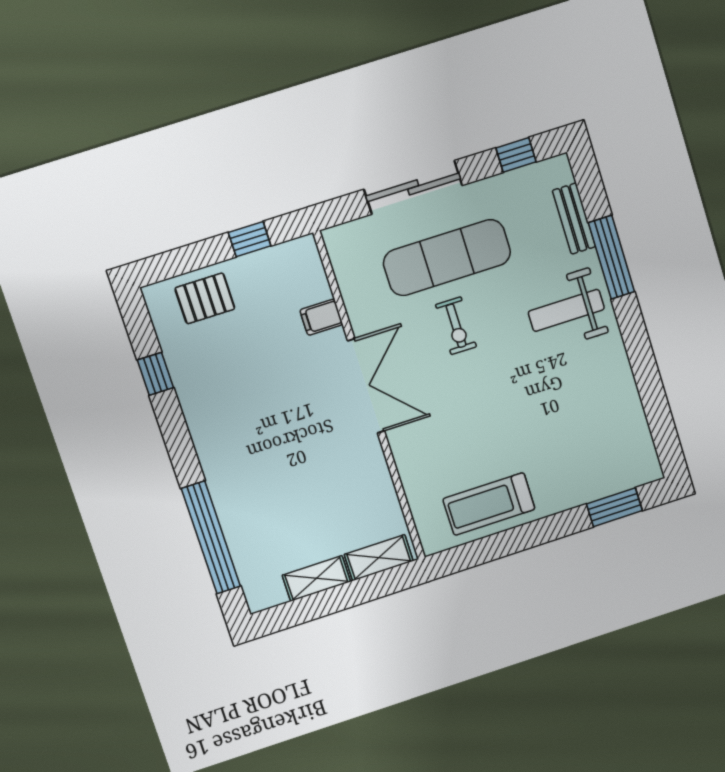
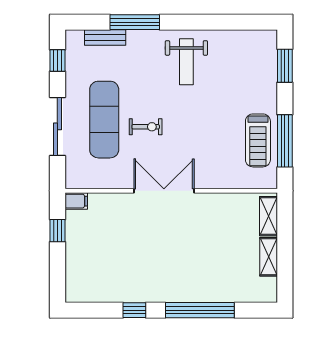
pallet: (205, 298) -> (83, 267), removed
weight bench: (566, 310) -> (186, 62), moved
filing cabinet: (321, 317) -> (76, 201), moved, turned -90
window: (155, 374) -> (134, 310), moved
window: (211, 537) -> (200, 310), moved
window: (501, 545) -> (285, 141), added

